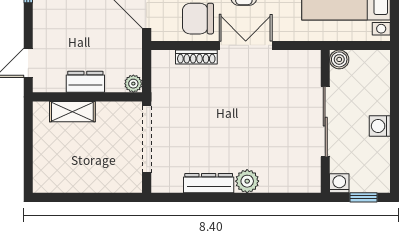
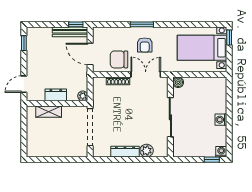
boiler: (339, 59) -> (178, 82), moved
wall: (325, 121) -> (170, 117), moved
sliding door: (325, 122) -> (170, 117), moved
washing machine: (339, 183) -> (221, 152), moved

